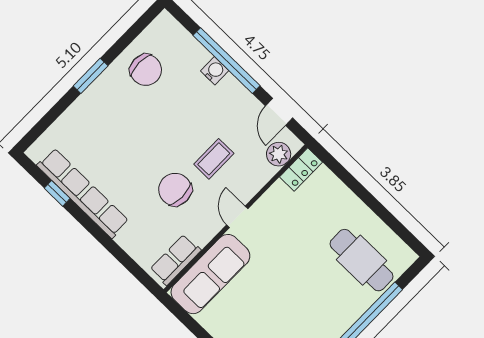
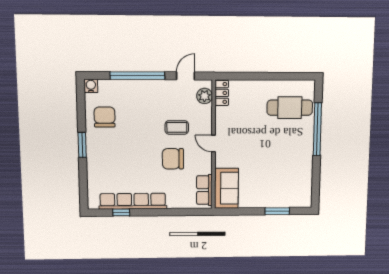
chair: (146, 70) -> (105, 117), turned -90
water cooler: (215, 71) -> (91, 86), moved
door: (279, 112) -> (186, 76), swing flipped
coffee table: (214, 159) -> (177, 127), turned 90
sofa: (210, 274) -> (226, 188), width x0.73

